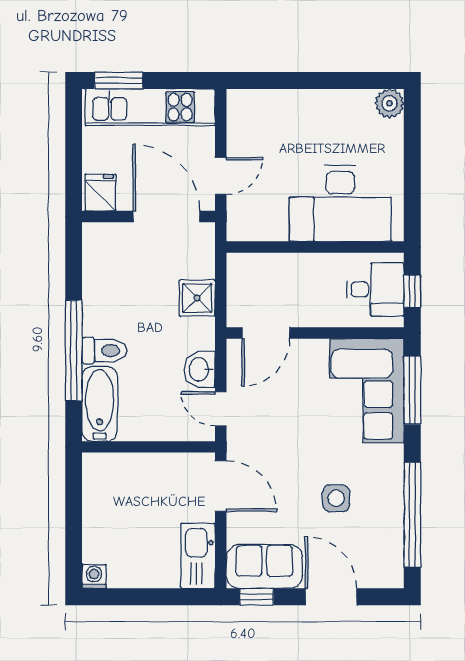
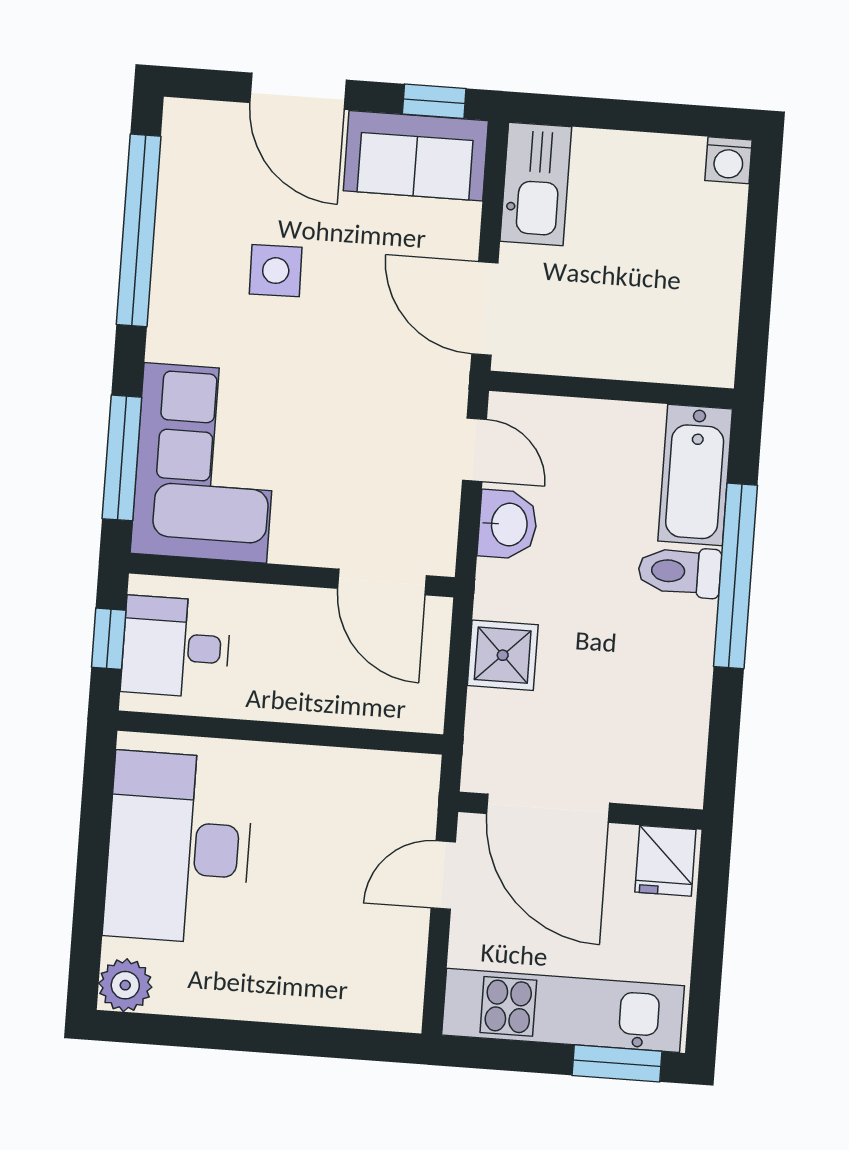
desk: (340, 203) -> (179, 848), moved, turned -90
door: (266, 333) -> (382, 582), swing flipped

